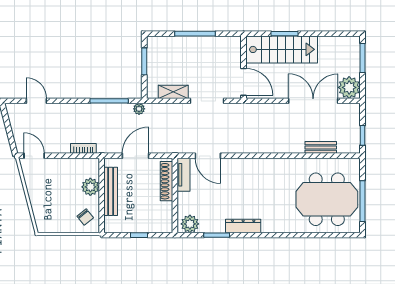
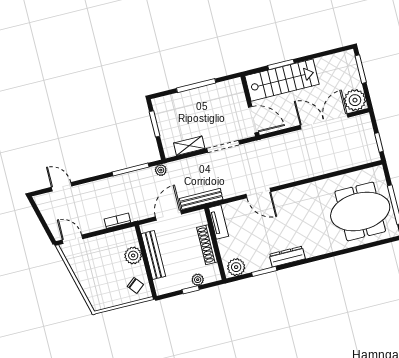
bench: (321, 147) -> (201, 199), moved, width x1.36
door: (208, 156) -> (258, 193), moved
shoe rack: (166, 181) -> (207, 245), moved
plant: (149, 227) -> (198, 280), added

